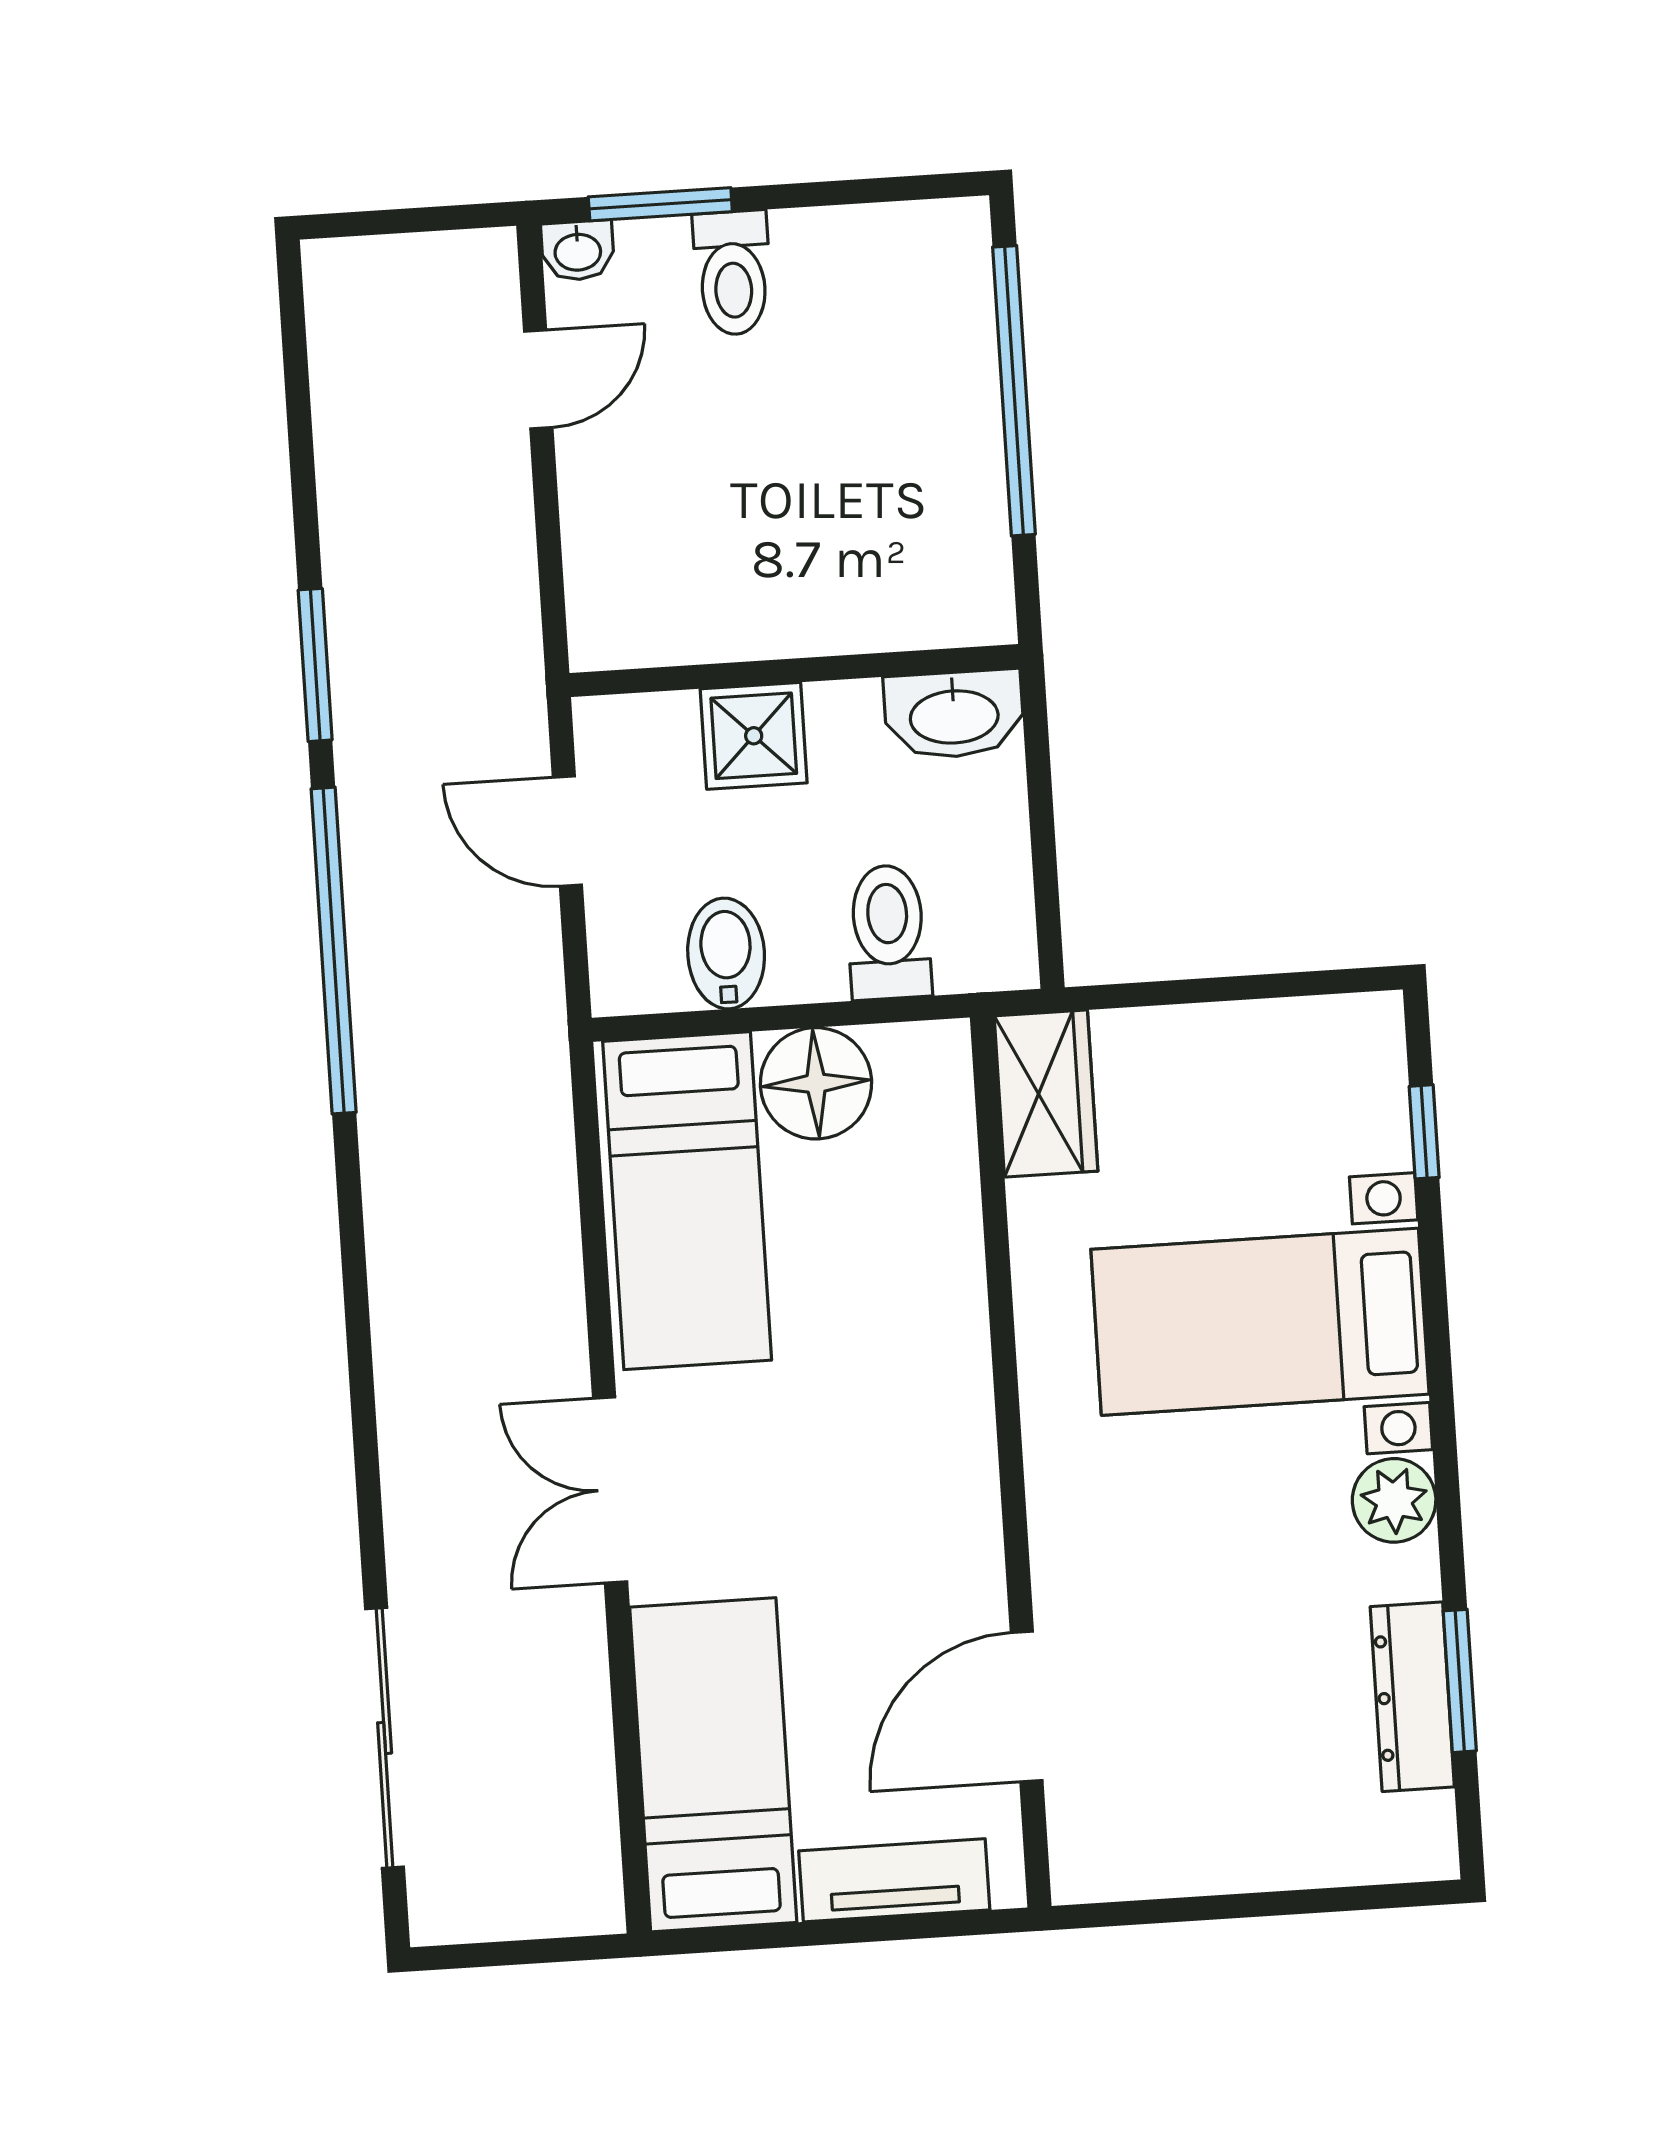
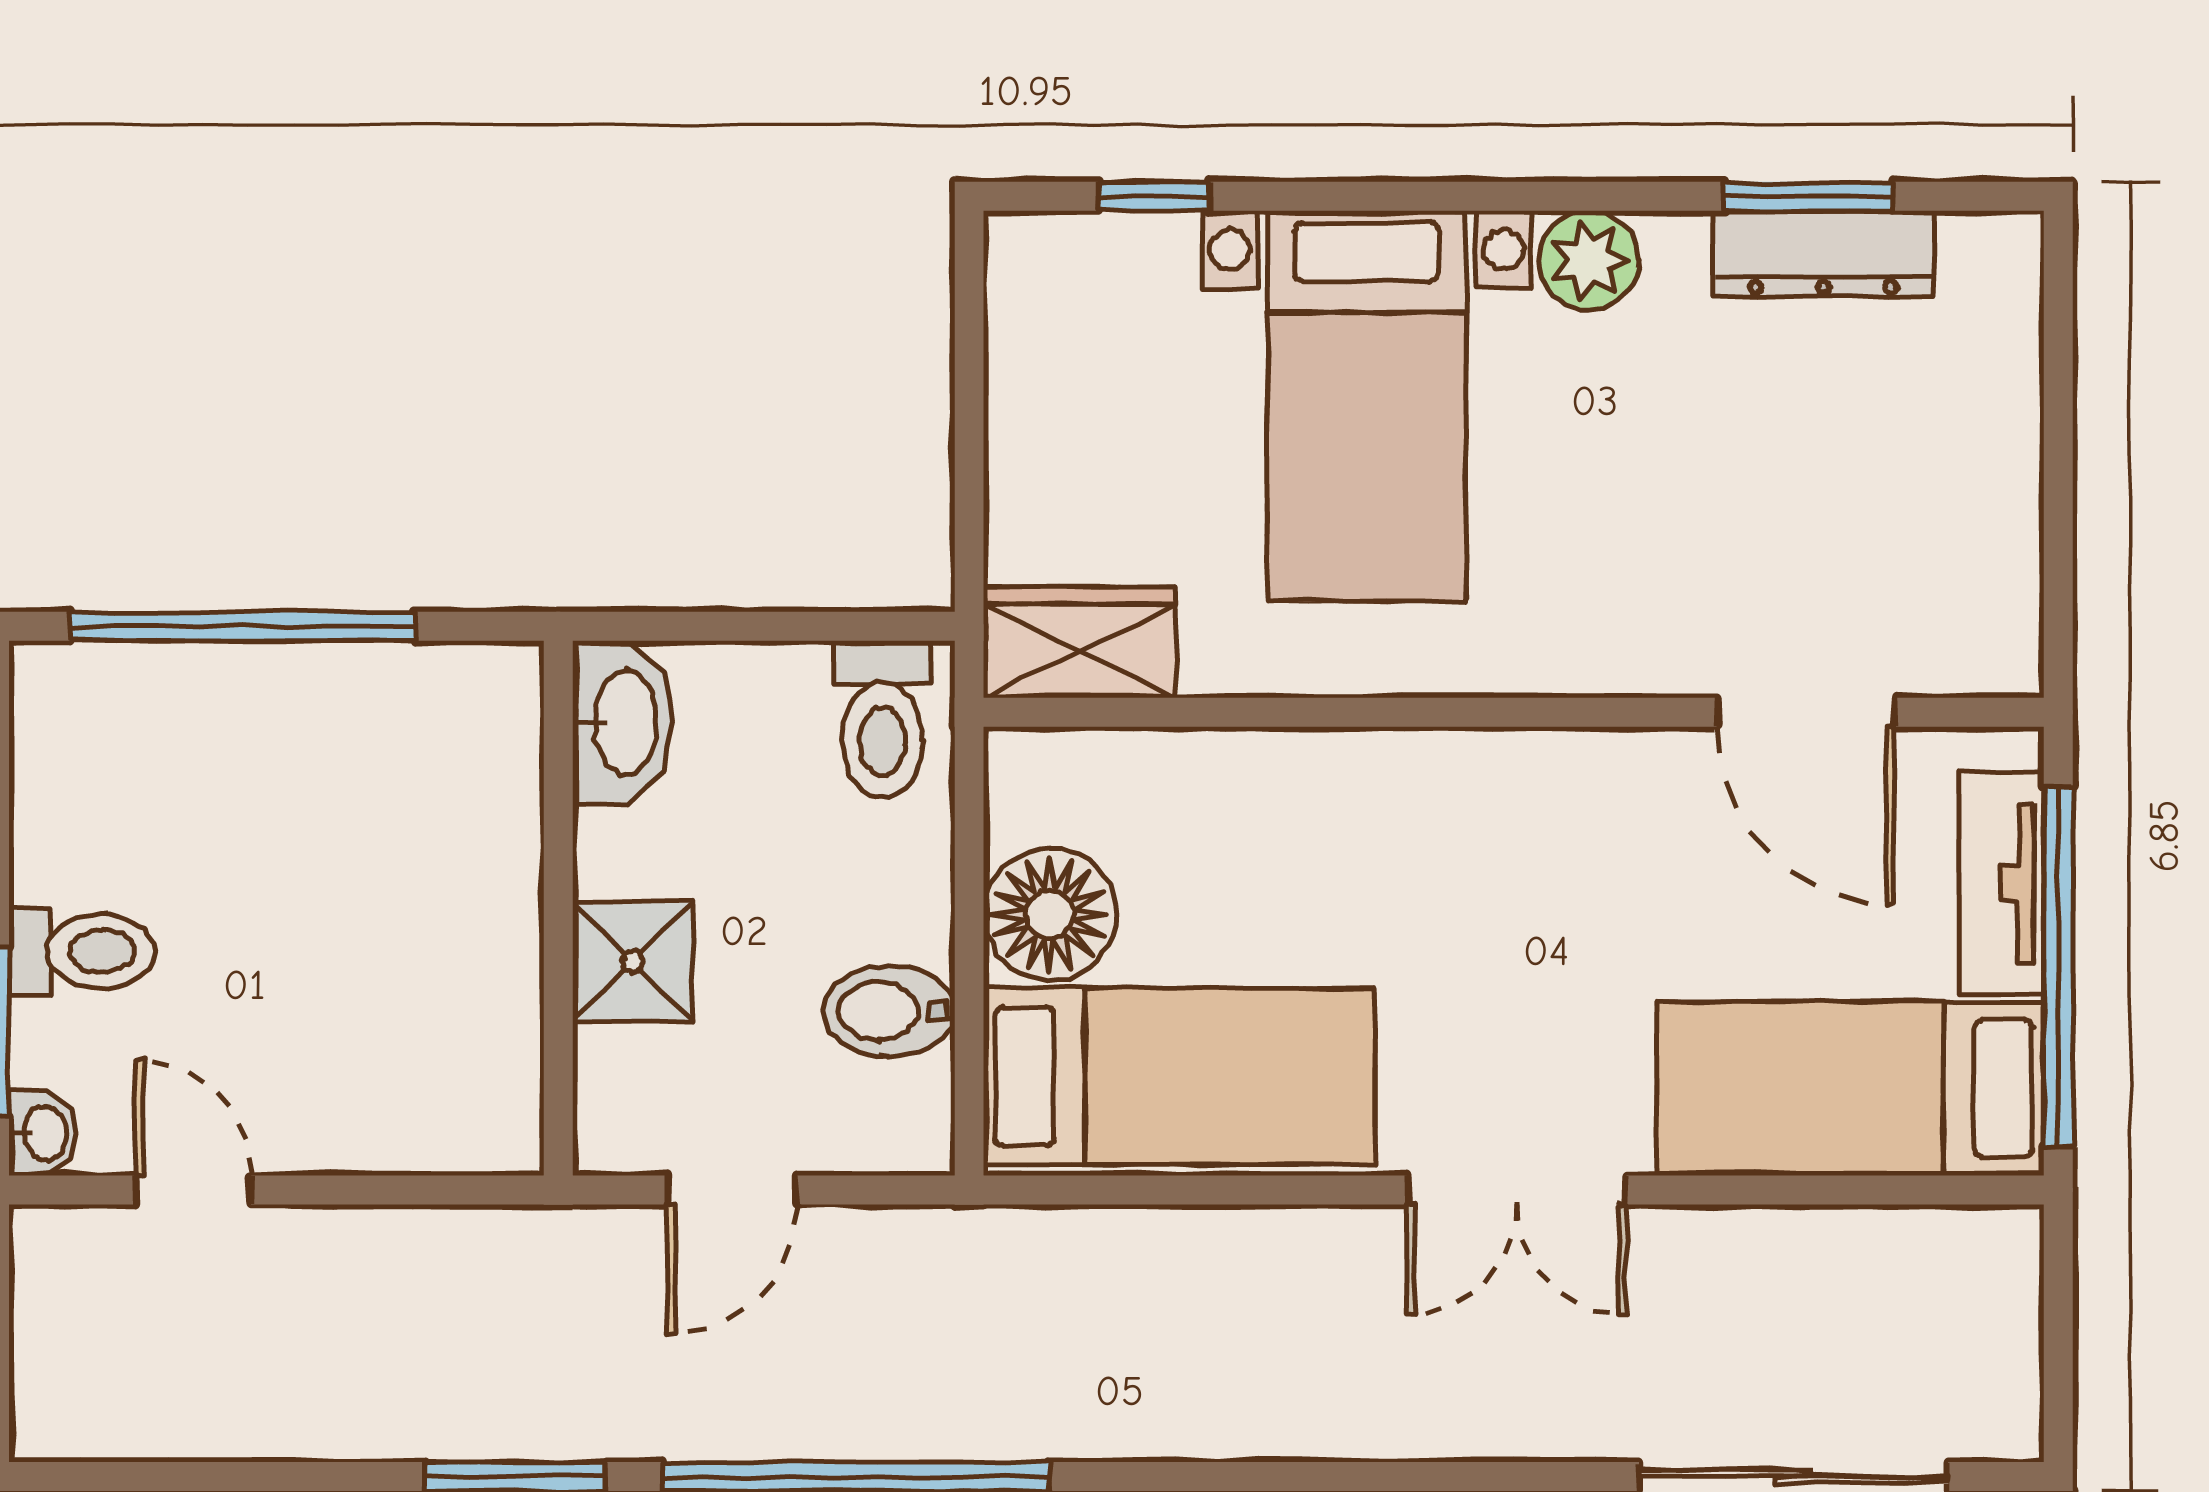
toilet: (888, 932) -> (882, 720), moved, turned -90
window: (827, 1933) -> (2058, 967), added

